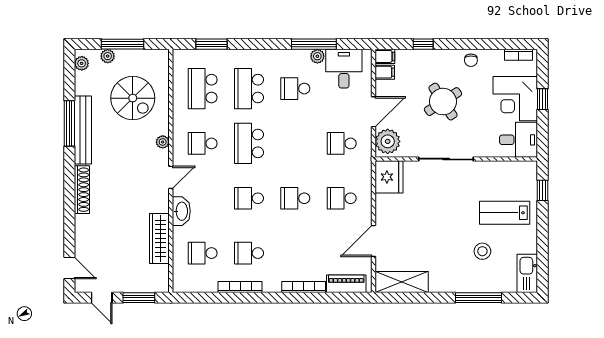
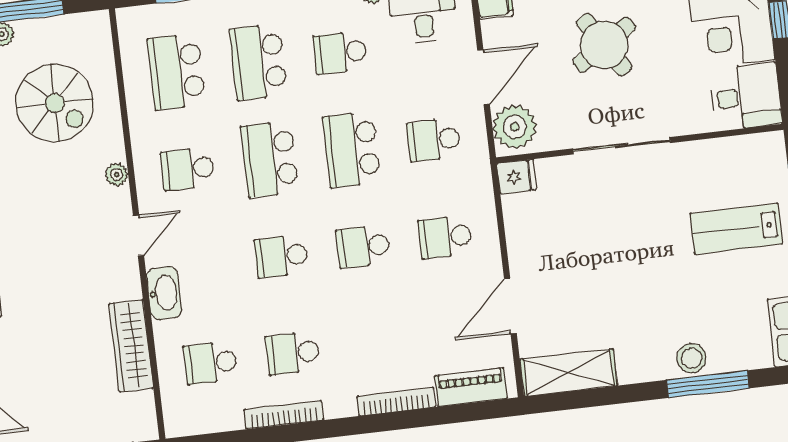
school desk: (295, 143) -> (352, 150), added
fridge: (389, 177) -> (517, 177), width x0.53, depth x0.75
stool: (482, 251) -> (691, 358), moved

